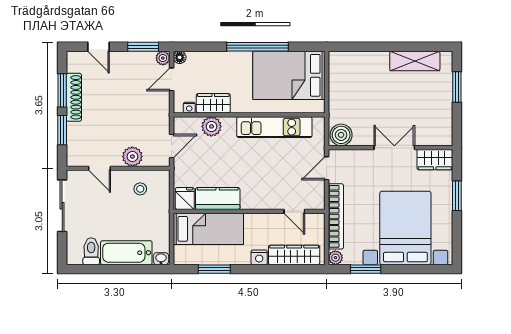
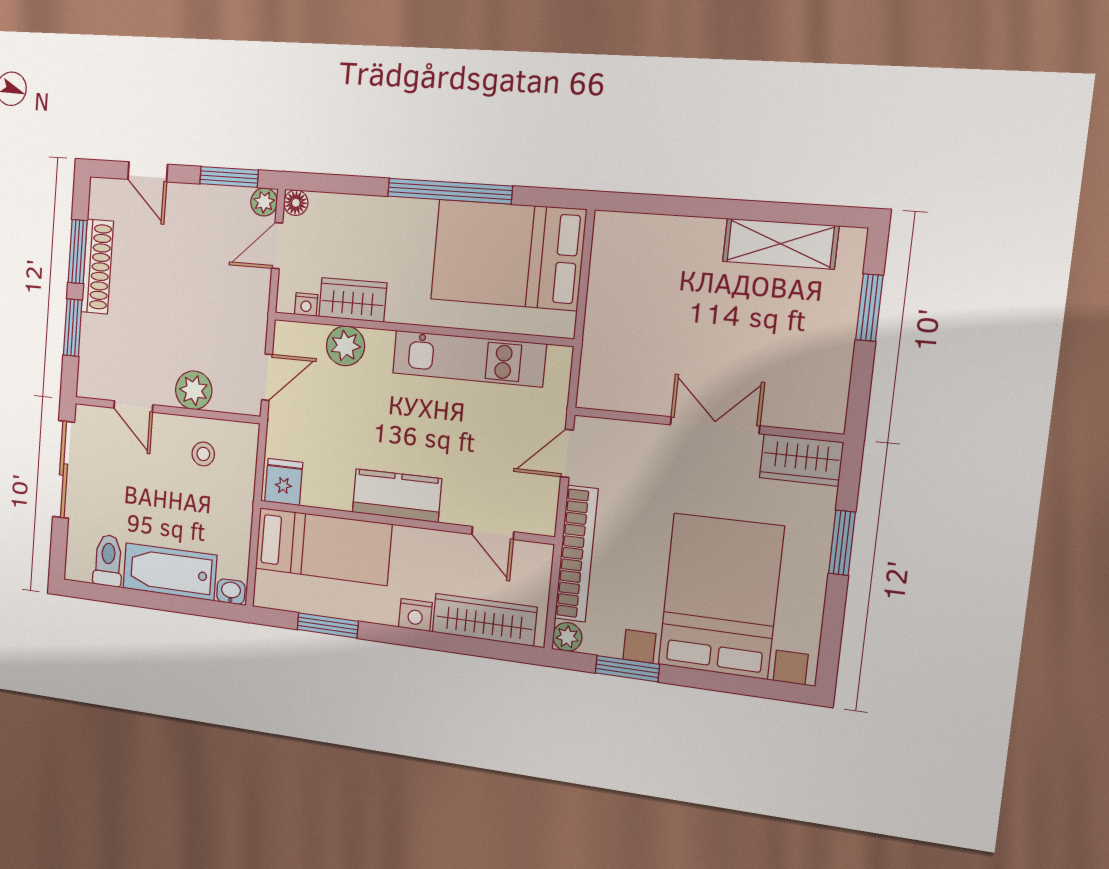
boiler: (341, 135) -> (604, 388), removed
kitchen counter: (218, 199) -> (397, 496), moved

